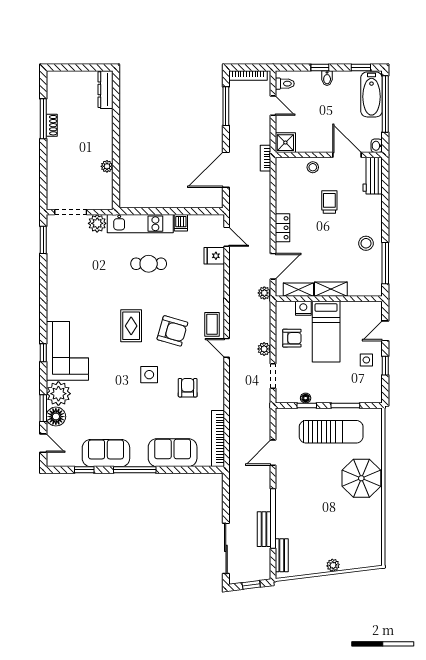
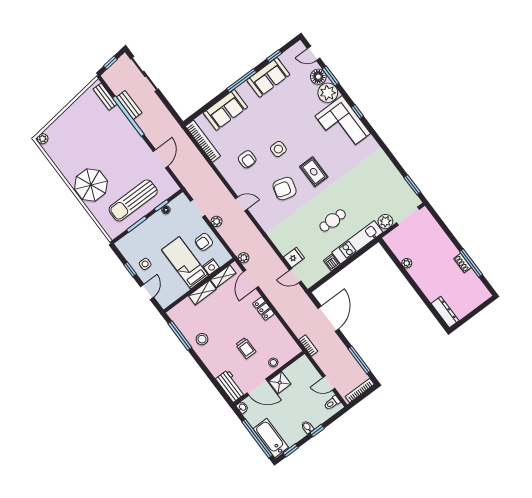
shower: (285, 143) -> (280, 383), moved
coffee table: (212, 324) -> (262, 212), removed
plant: (333, 565) -> (43, 139), moved

